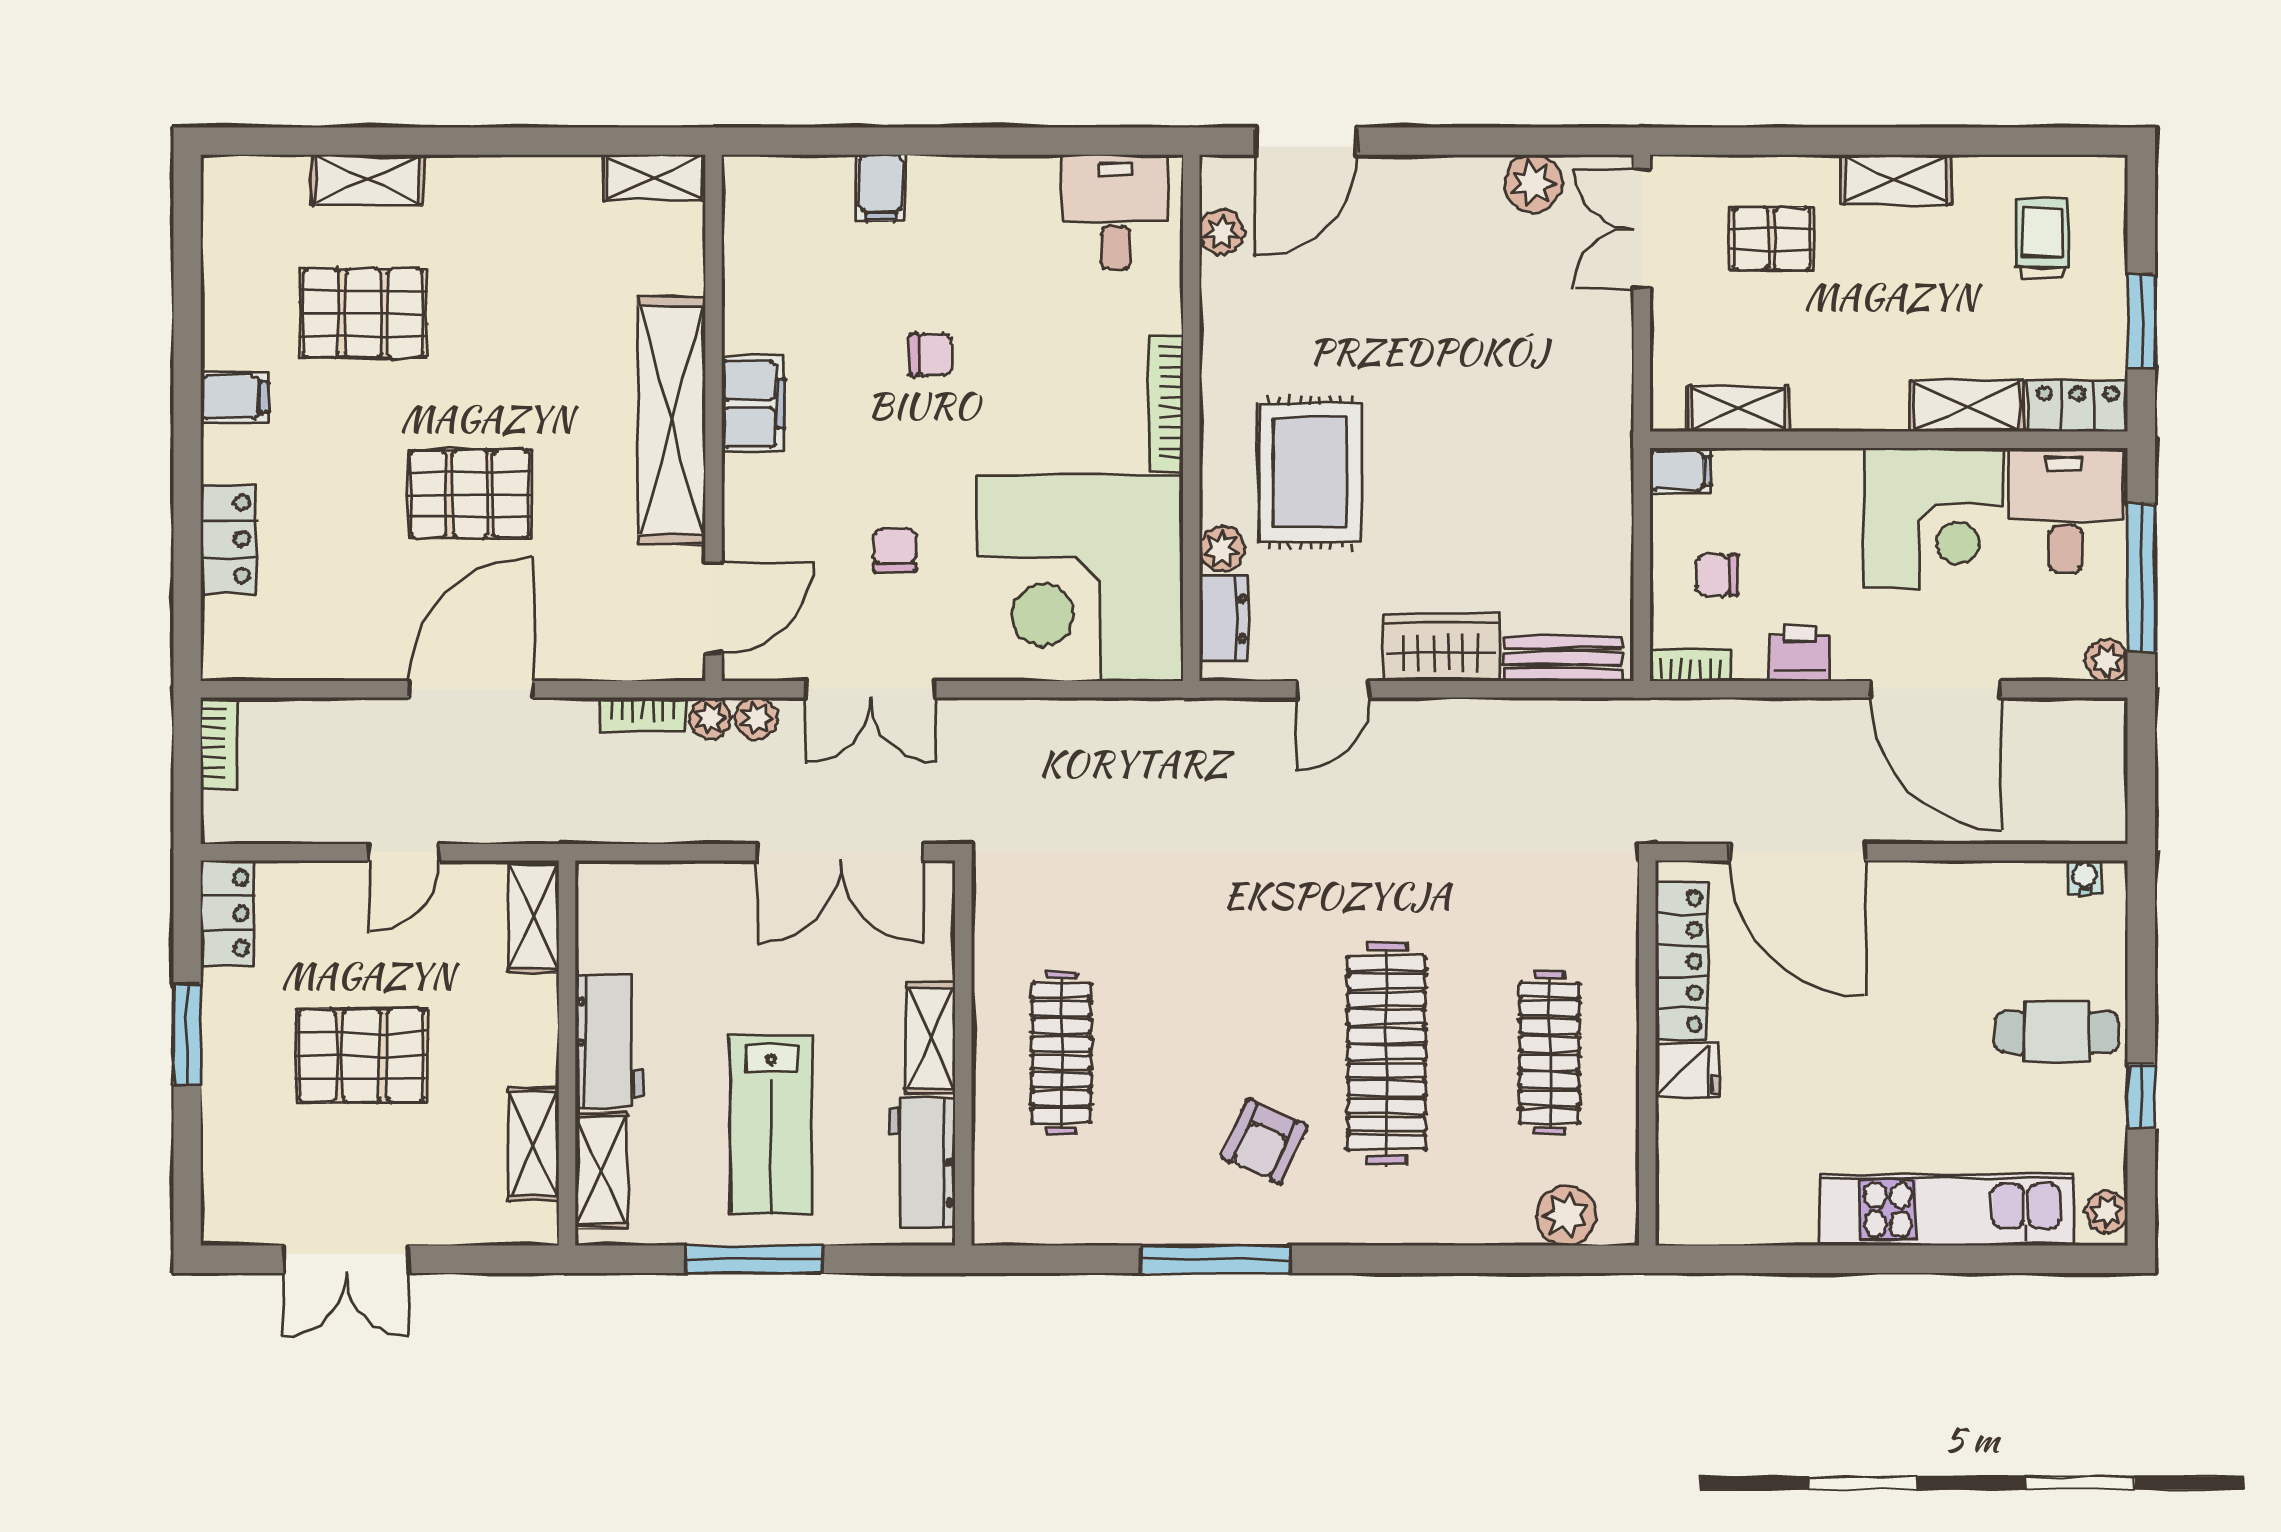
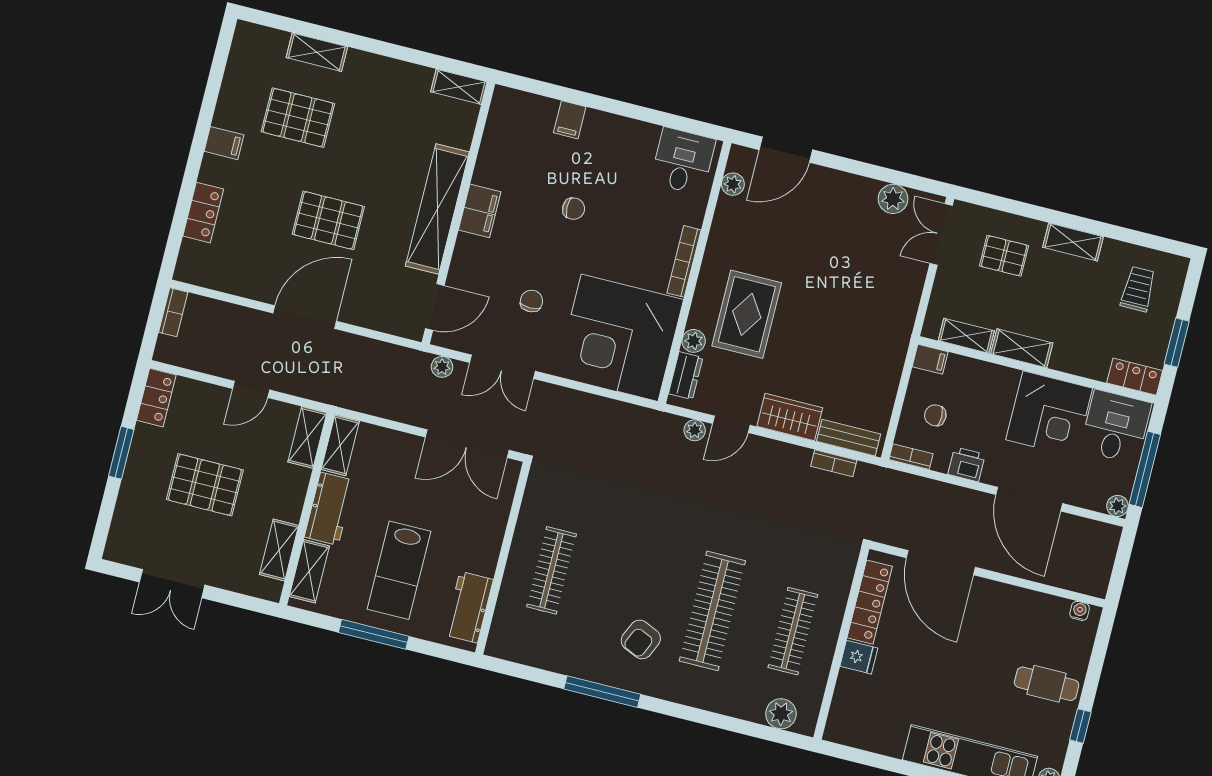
shelving: (1967, 406) -> (1022, 348), moved
bookcase: (643, 714) -> (834, 463), moved
plant: (710, 718) -> (695, 430), moved
shelving: (930, 1038) -> (340, 445), moved

